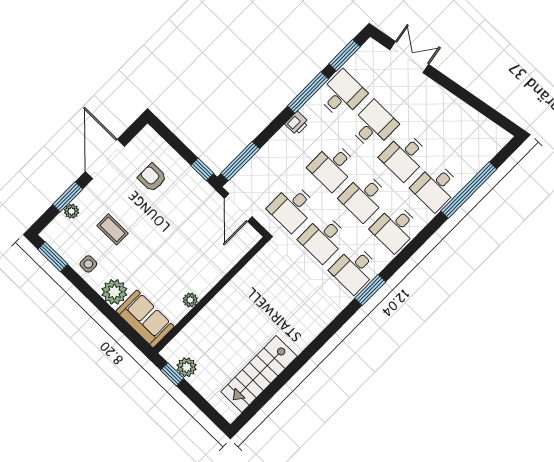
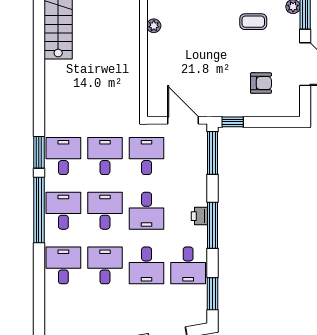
window: (308, 92) -> (213, 225), moved
desk: (333, 166) -> (147, 211), turned 180
window: (469, 190) -> (39, 210), moved

